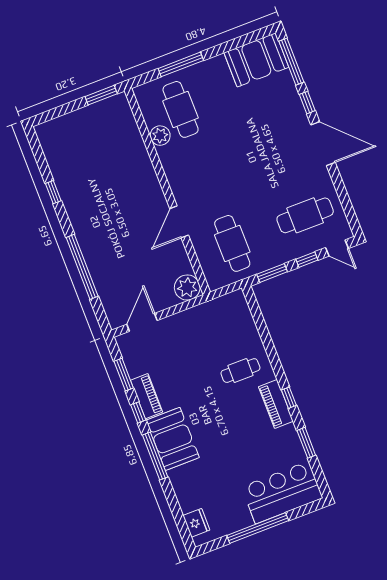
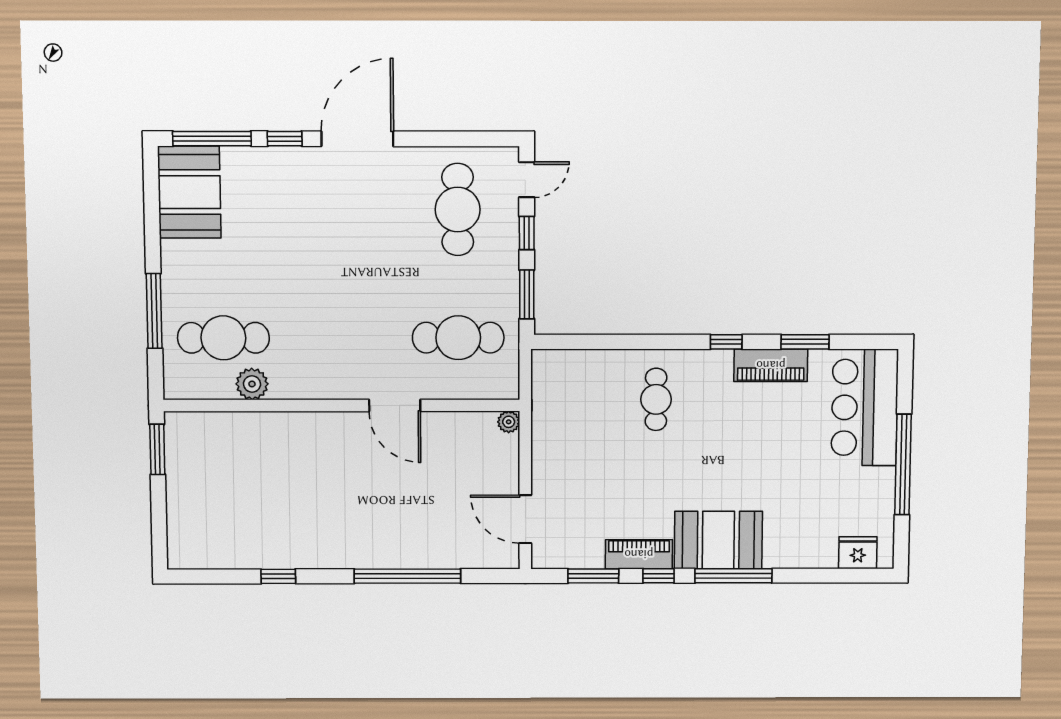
plant: (187, 287) -> (509, 422), width x0.53, depth x0.53
piano: (276, 404) -> (771, 365), moved

